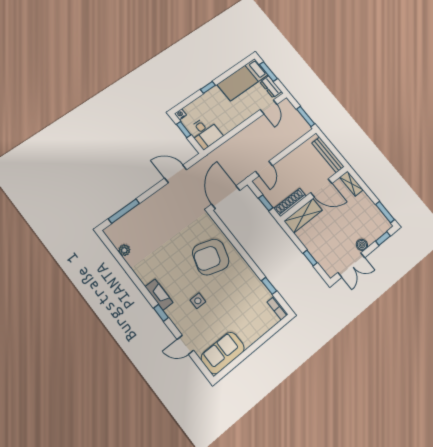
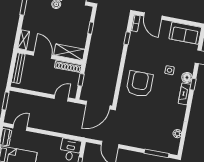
armchair: (211, 257) -> (140, 84), turned -107
floor lamp: (174, 313) -> (187, 77), added
door: (270, 333) -> (153, 16), added

